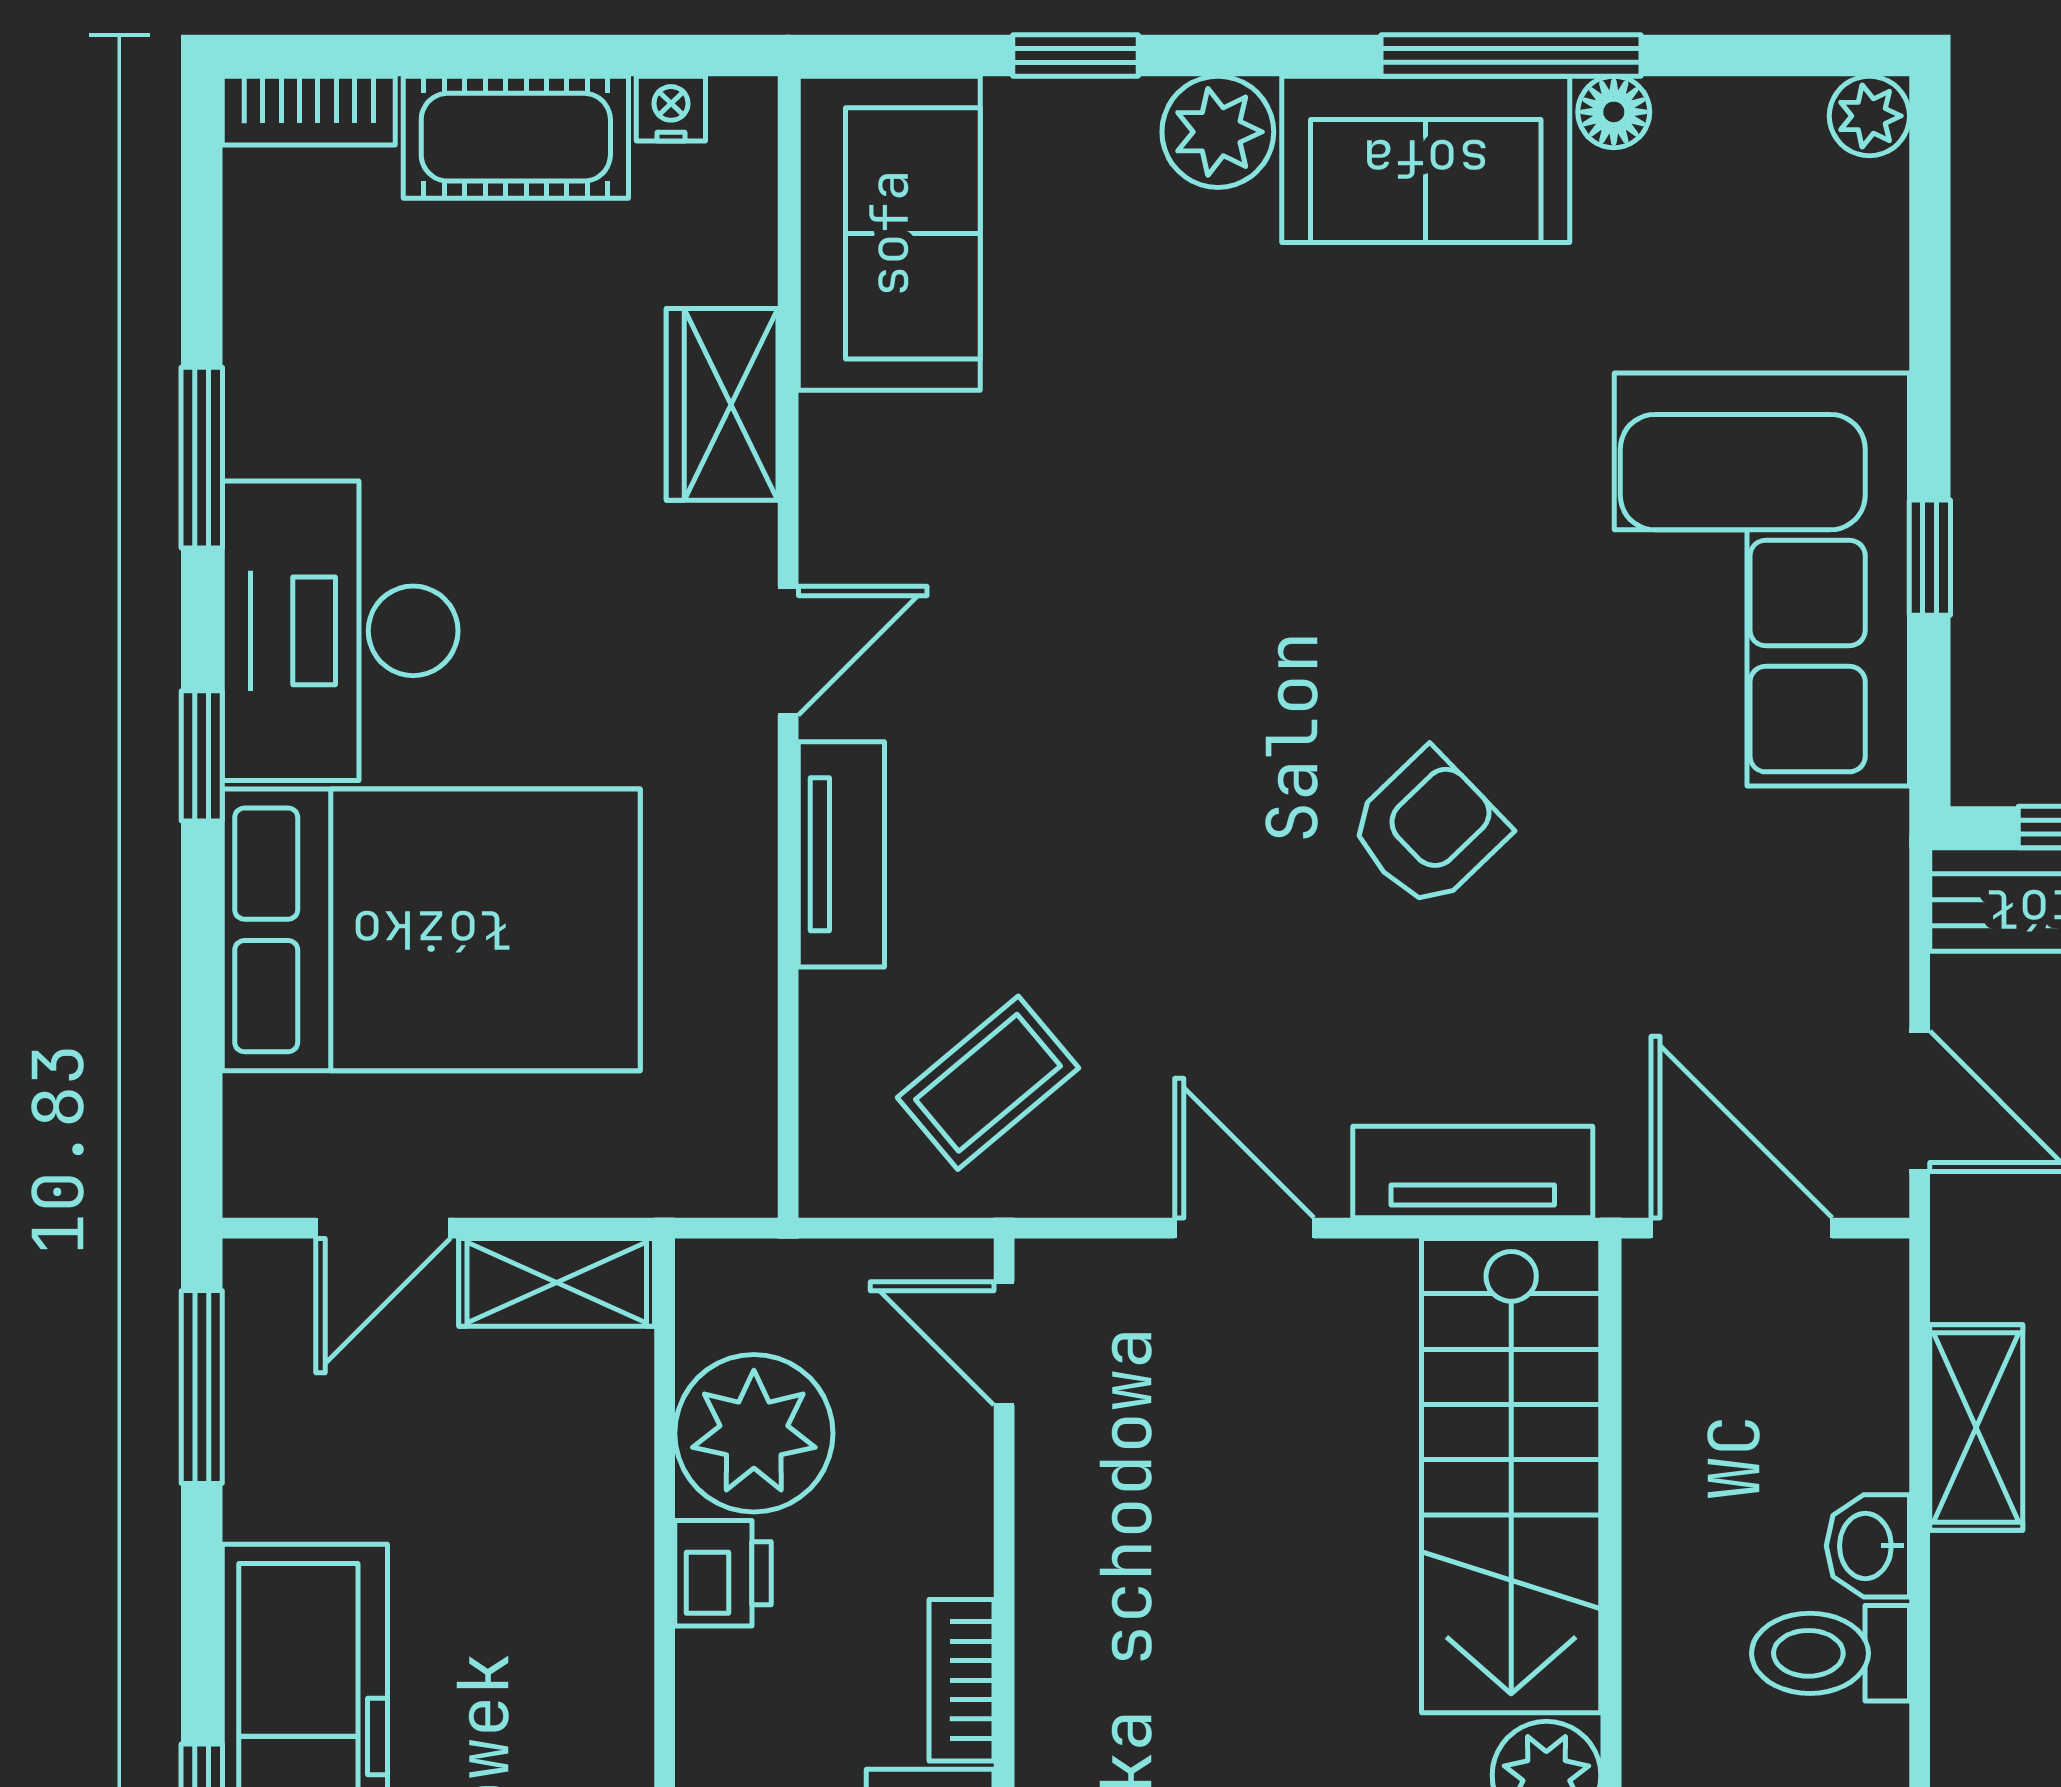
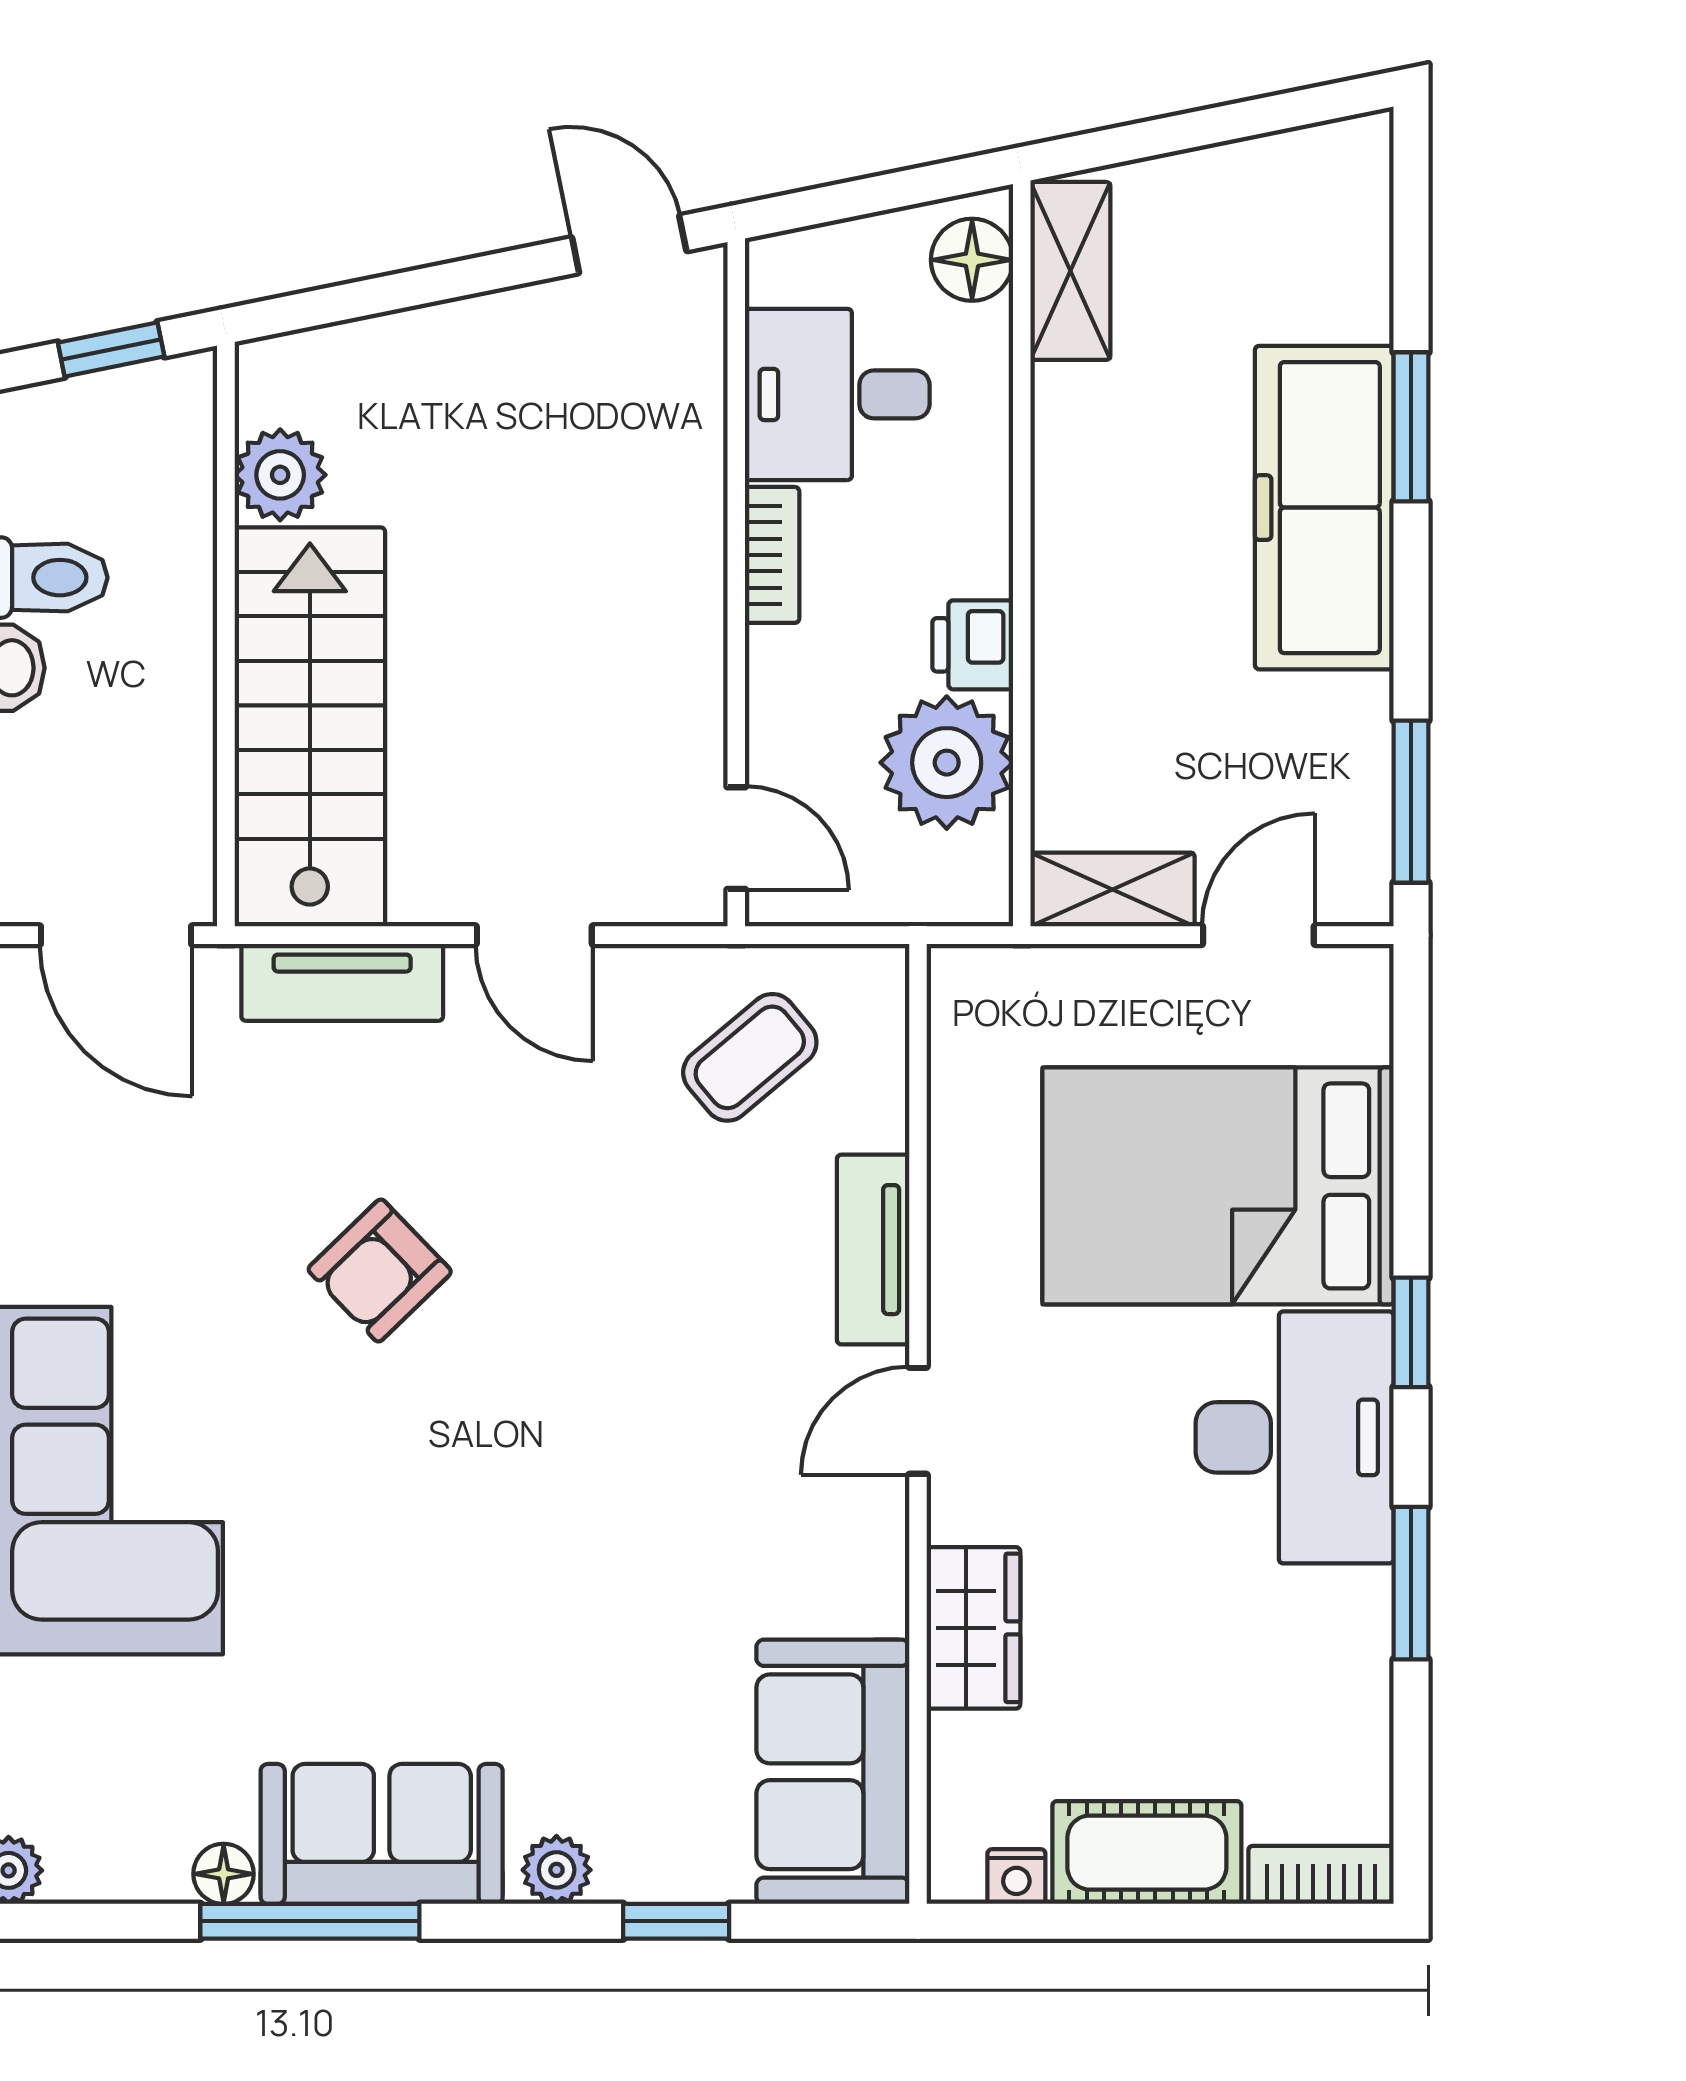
plant: (1218, 132) -> (557, 1870), width x0.73, depth x0.73

